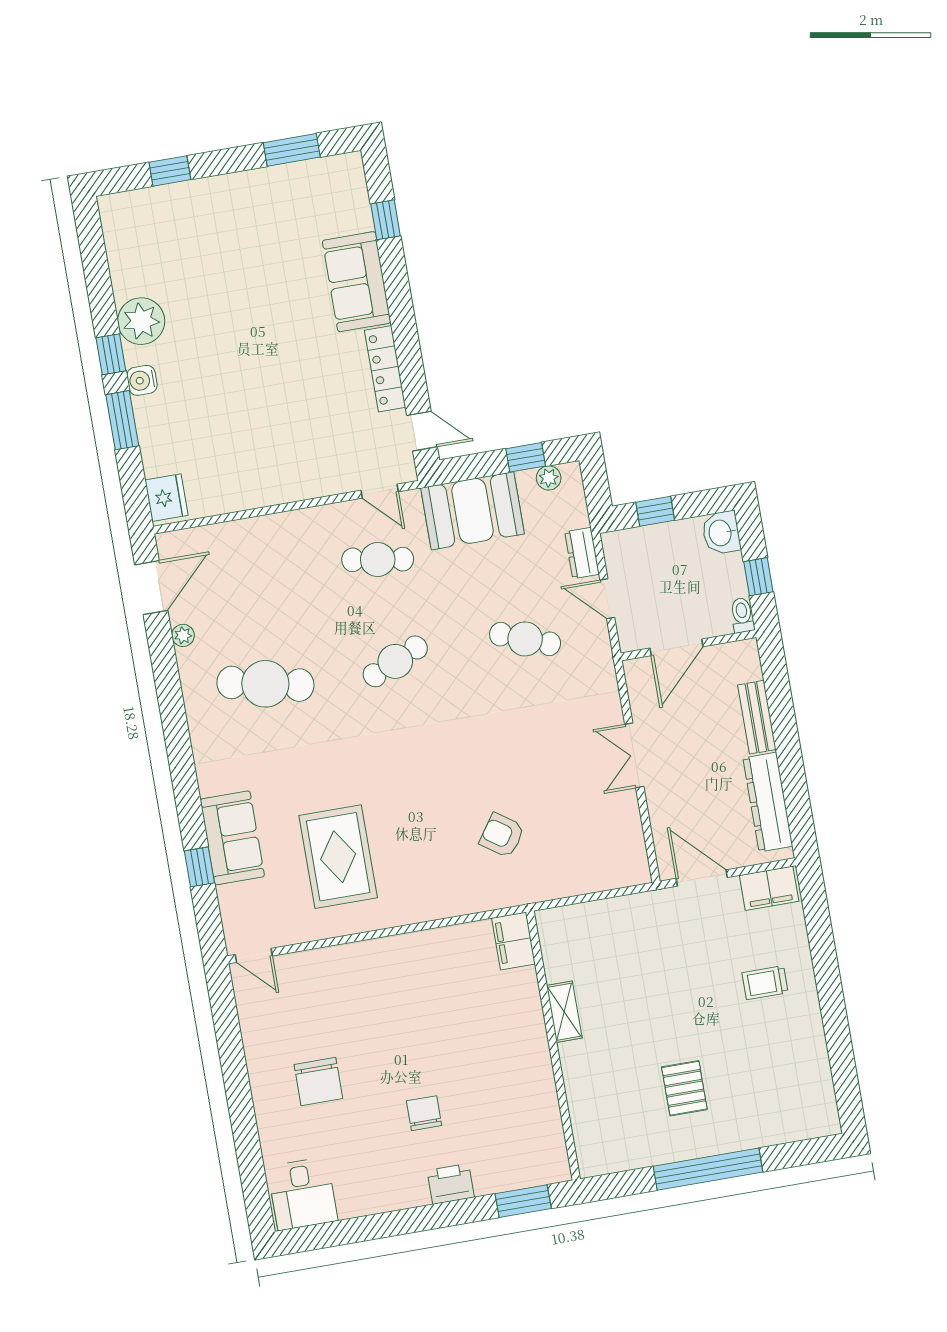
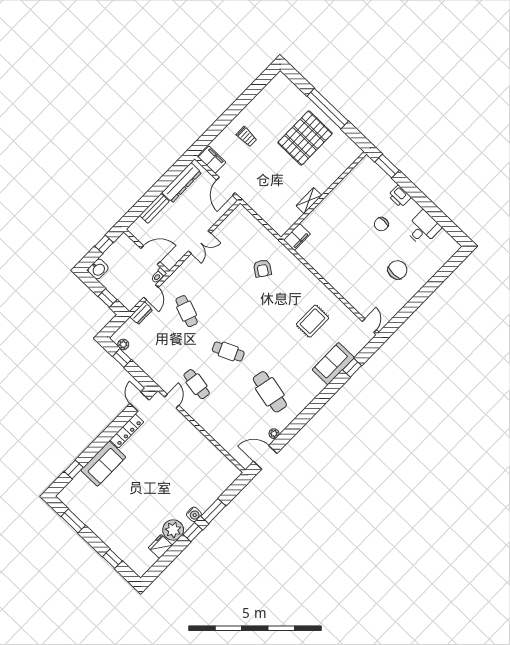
fridge: (166, 498) -> (160, 546), moved
booth: (473, 511) -> (155, 363), removed
toilet: (742, 615) -> (159, 276), moved
rug: (338, 857) -> (312, 321), width x0.73, depth x0.70
pallet: (684, 1088) -> (305, 138), width x2.05, depth x2.00
desk: (303, 1194) -> (423, 228), moved

